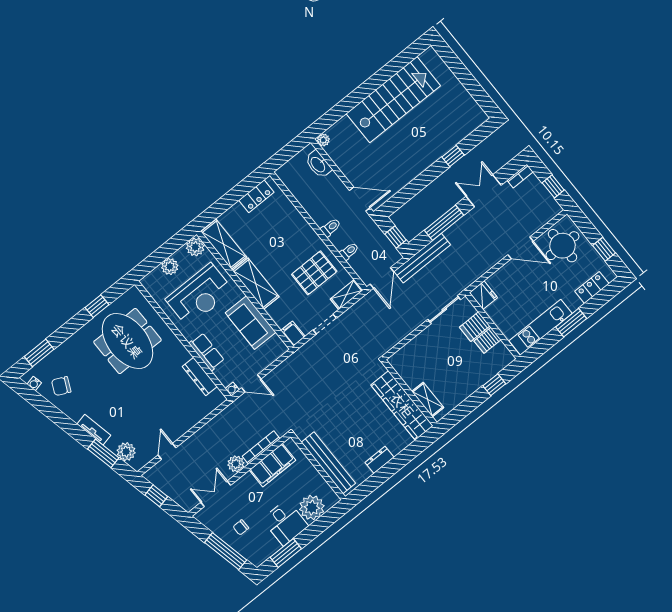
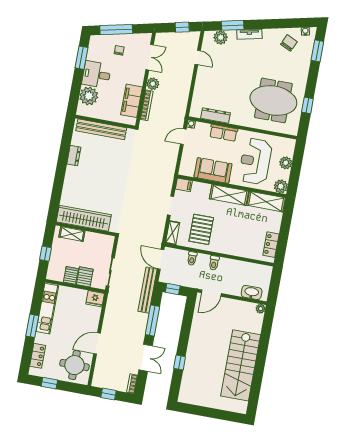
wall: (410, 393) -> (86, 229), moved
shelving: (428, 400) -> (72, 234), moved
wardrobe: (402, 405) -> (84, 218), moved

